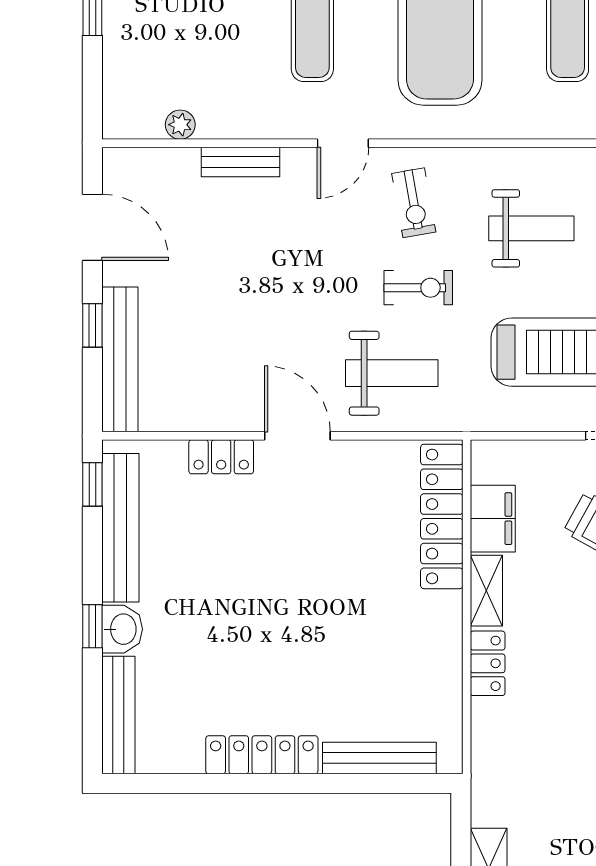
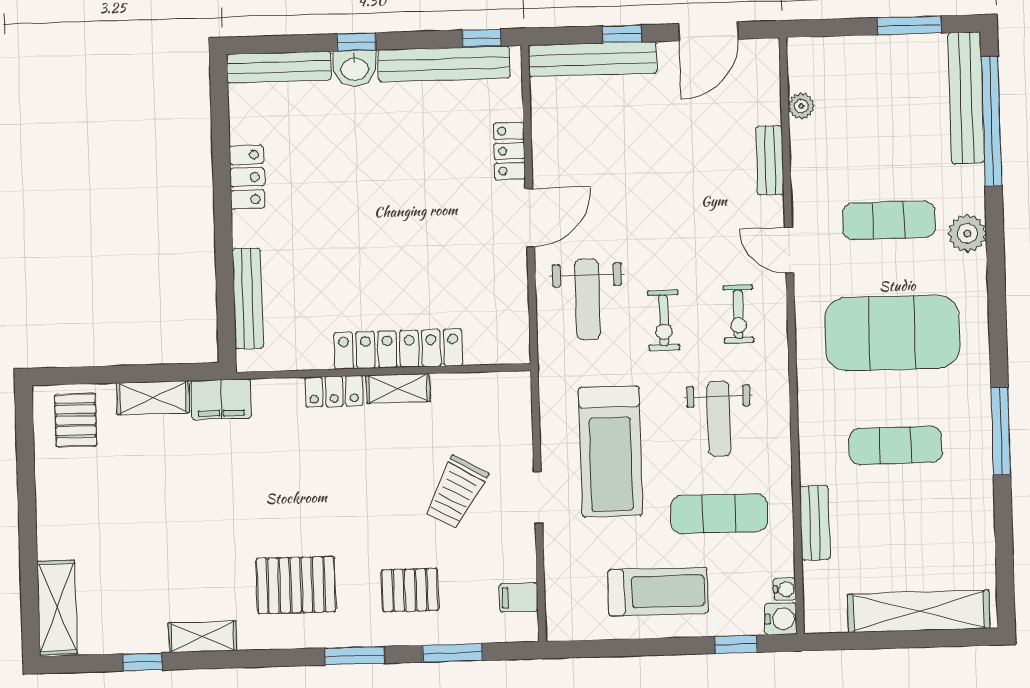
exercise bike: (414, 203) -> (738, 314), turned -80
locker: (442, 516) -> (398, 349), moved
filing cabinet: (493, 519) -> (221, 399), moved
locker: (262, 755) -> (247, 177), width x0.66

